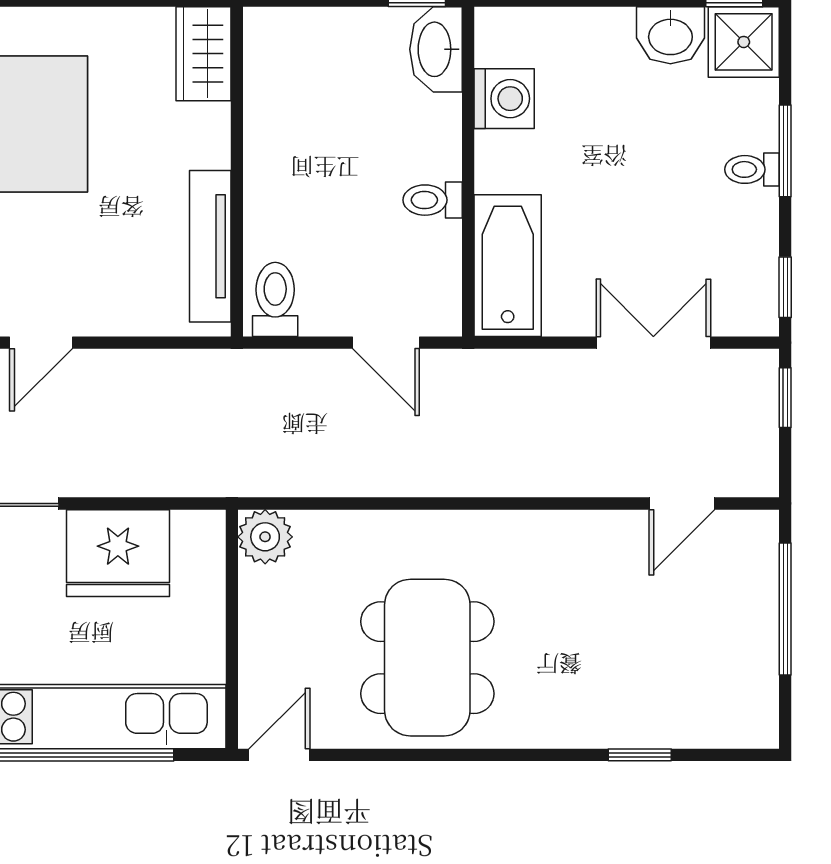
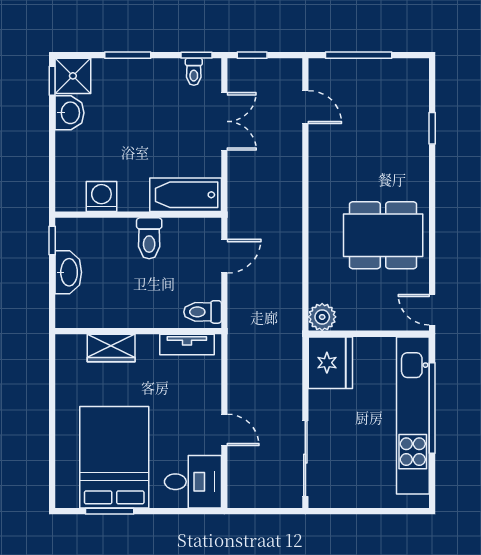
washbasin: (436, 49) -> (68, 272), moved, turned -90
wardrobe: (203, 54) -> (111, 348), moved
toilet: (752, 169) -> (194, 72), moved
toilet: (433, 200) -> (149, 238), width x1.37, depth x1.39
tv unit: (210, 246) -> (187, 345), width x0.71
double door: (653, 343) -> (224, 121), swing flipped
fridge: (118, 553) -> (330, 363), moved

